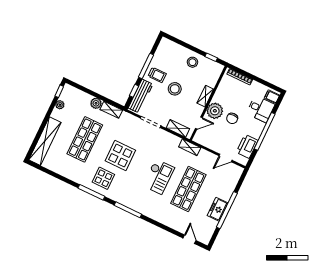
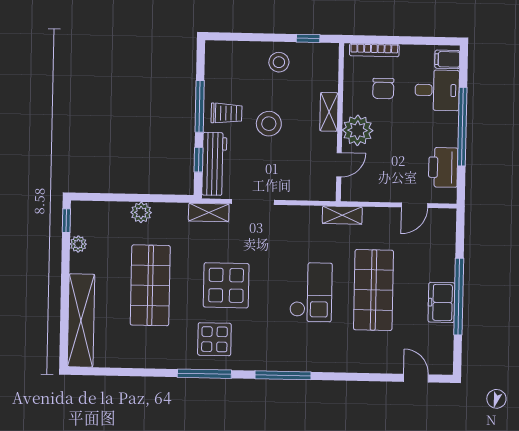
shelving: (111, 110) -> (209, 212), moved
chair: (232, 118) -> (383, 89), moved
shelving: (178, 128) -> (306, 191), removed

